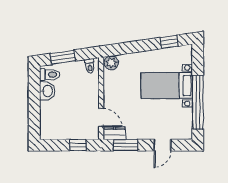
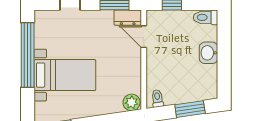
toilet: (50, 75) -> (206, 17), moved
washbasin: (47, 91) -> (209, 53), moved

